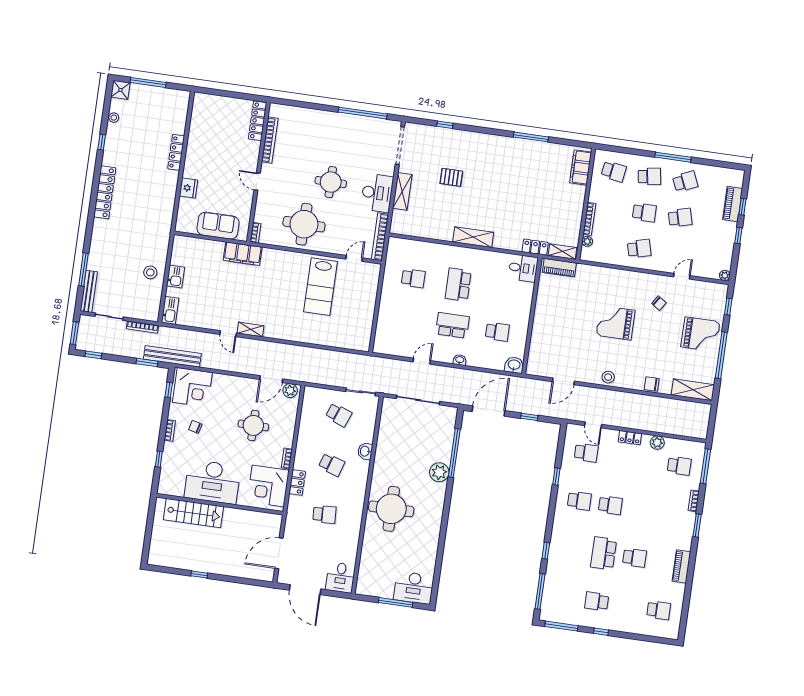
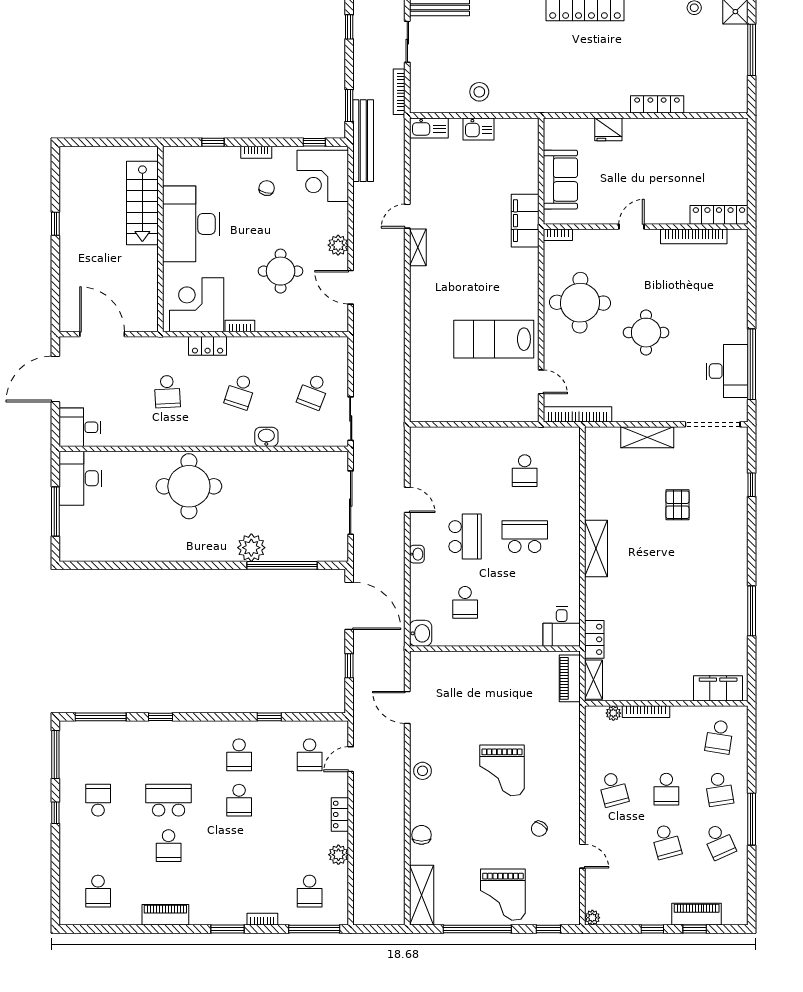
desk: (377, 193) -> (727, 371), moved, turned -90
grand piano: (615, 323) -> (502, 770), turned 180
plant: (290, 391) -> (338, 245), moved
desk: (414, 588) -> (80, 478), moved

